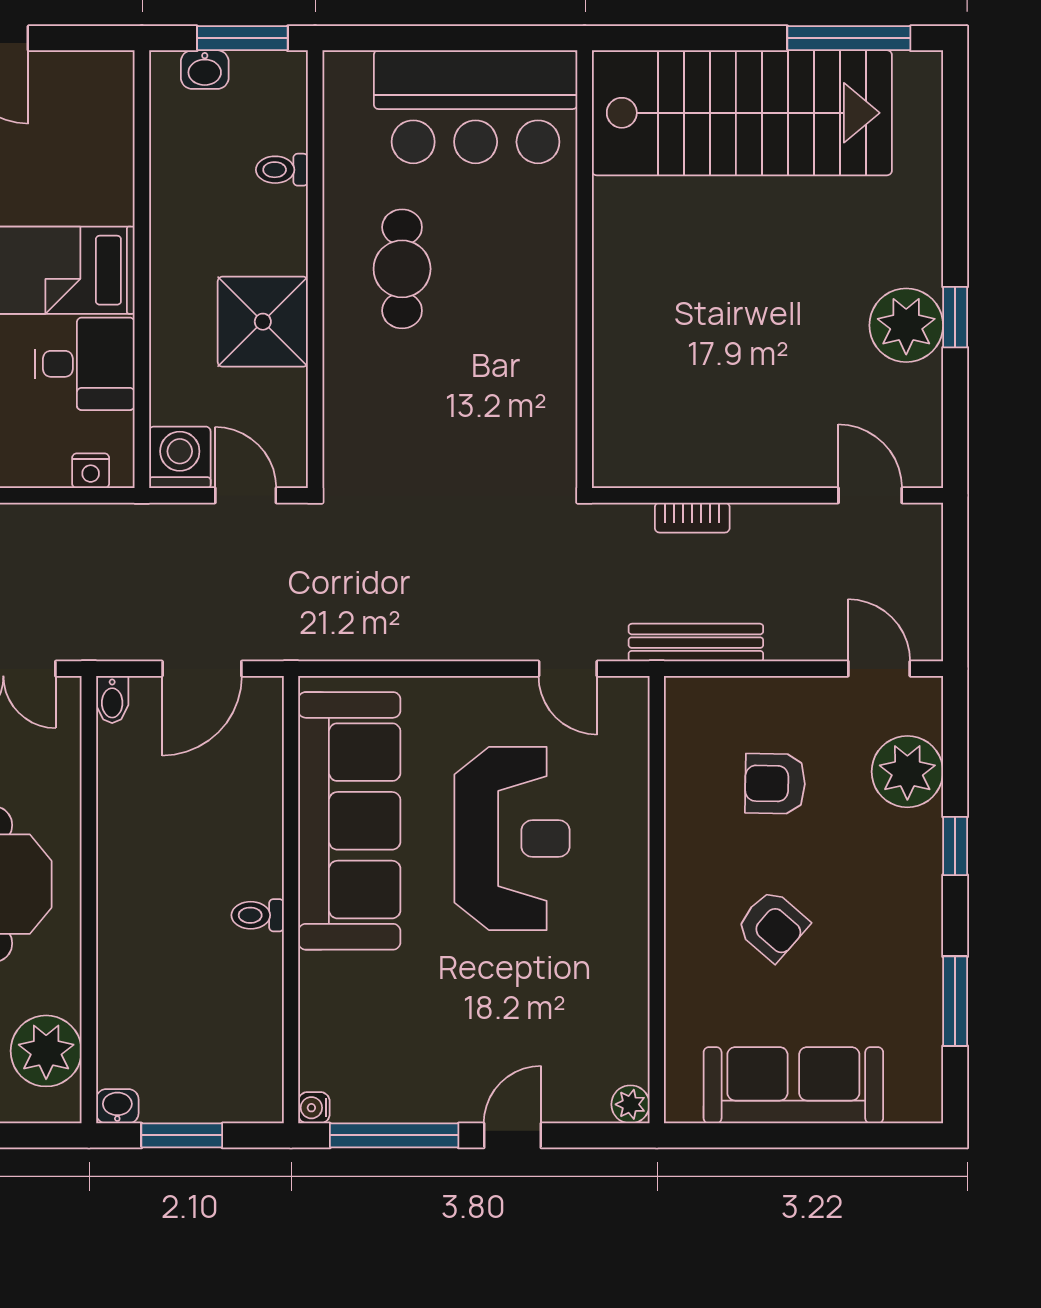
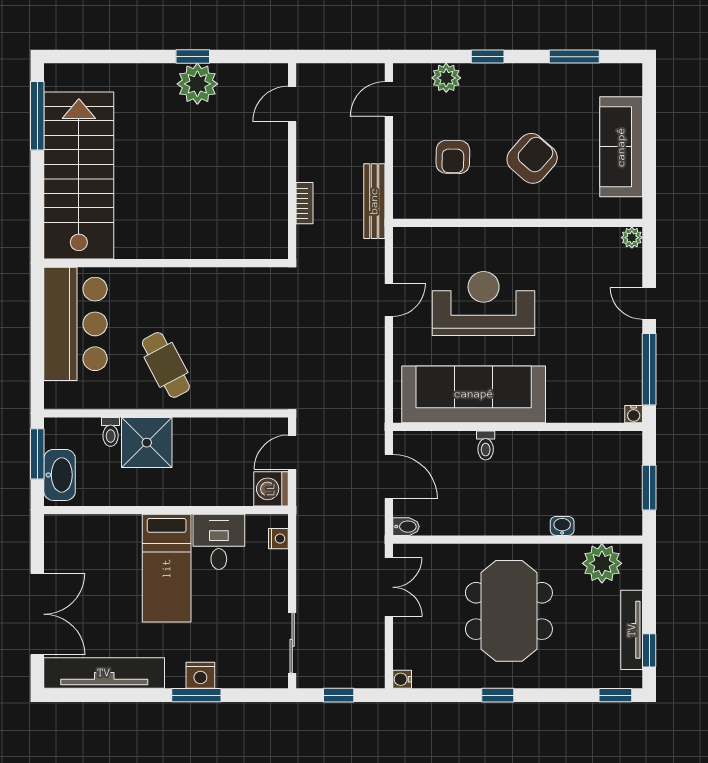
washbasin: (205, 70) -> (60, 475), width x1.91, depth x1.45
cafe table: (402, 269) -> (166, 365), turned 62
shower: (263, 322) -> (147, 443), moved
door: (568, 669) -> (389, 300), moved
plant: (907, 772) -> (446, 78), width x0.73, depth x0.73
toilet: (258, 915) -> (486, 445), moved
armchair: (772, 926) -> (532, 158), width x1.38, depth x1.38
washbasin: (117, 1106) -> (562, 526), moved, turned 90

